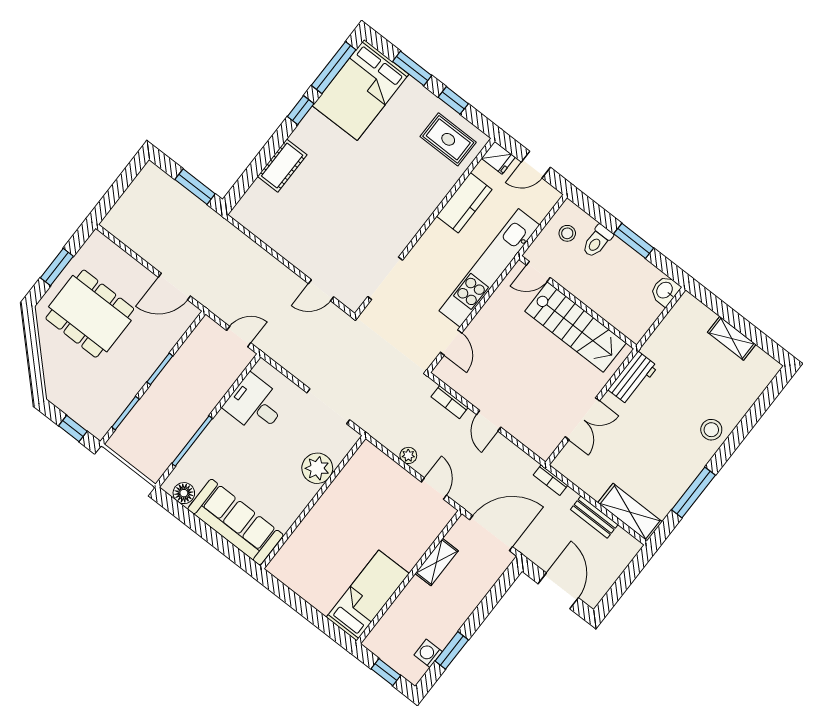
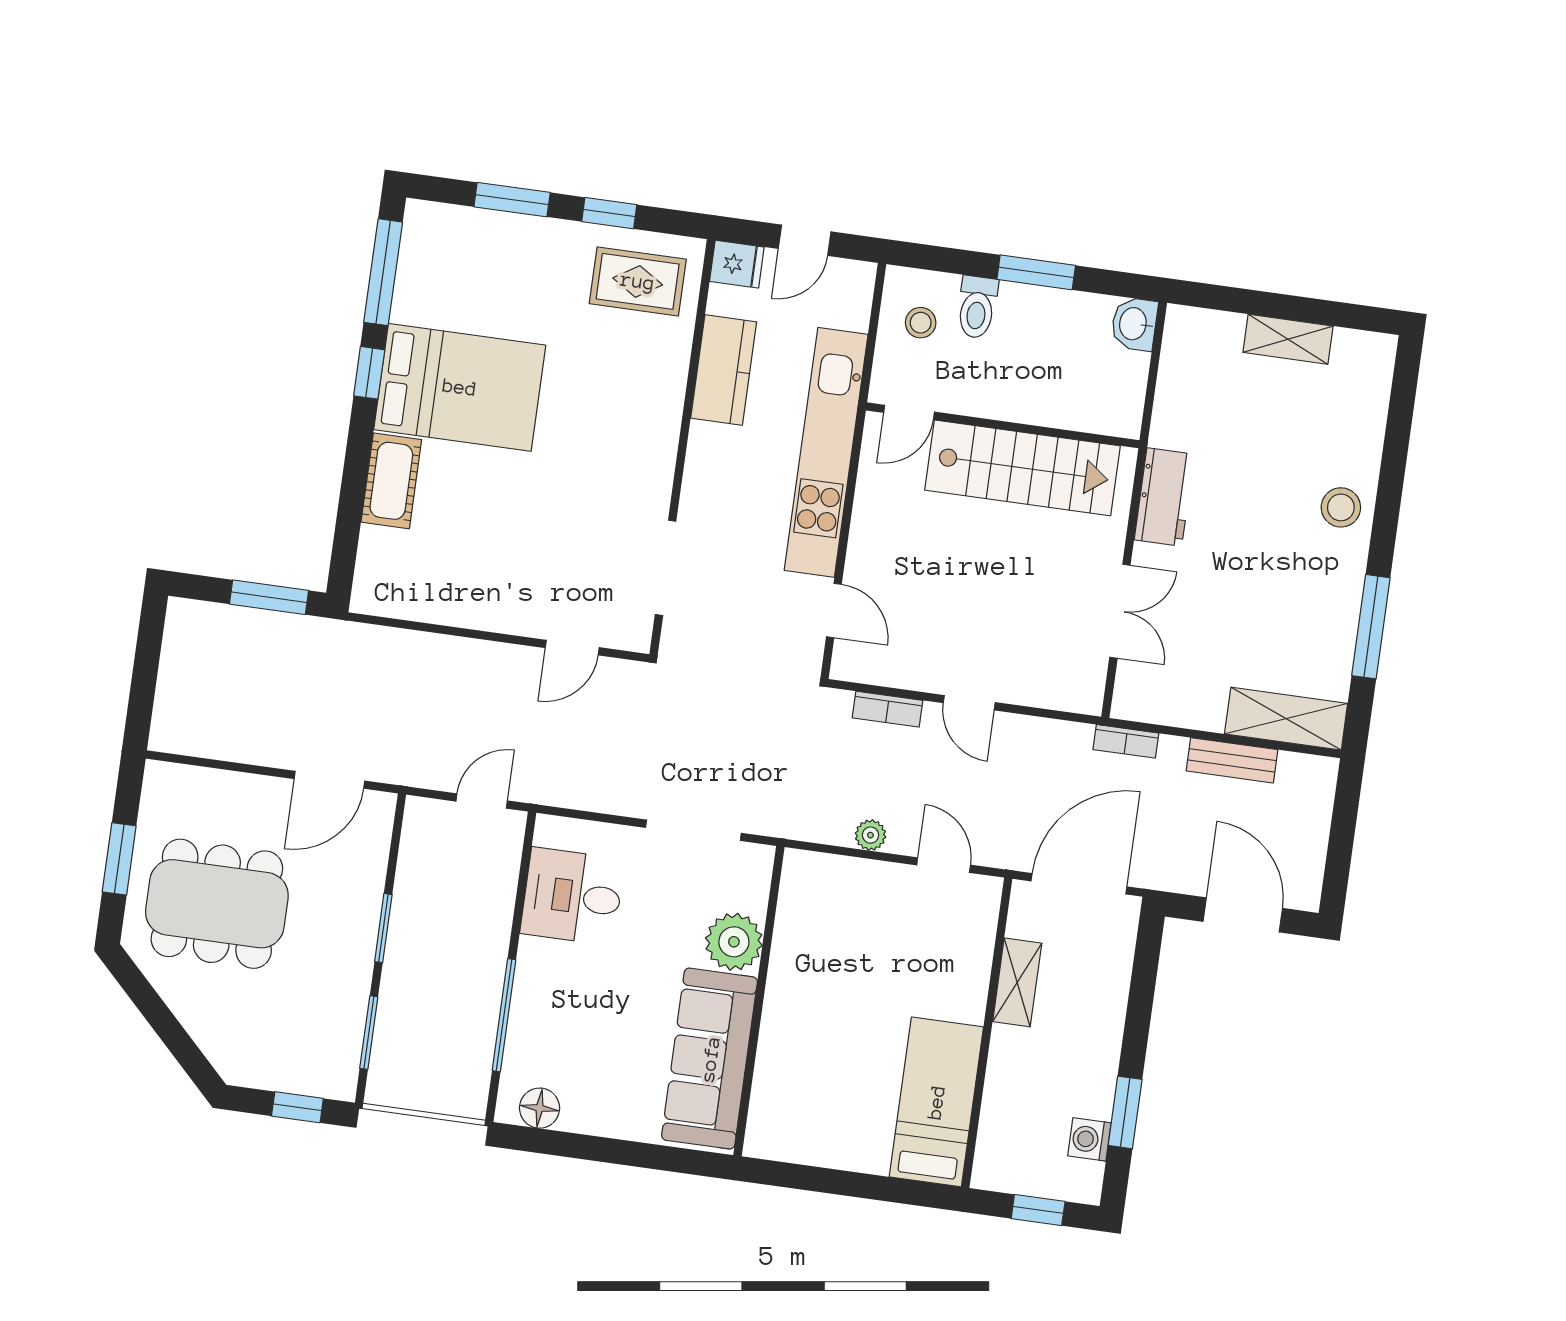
bed: (361, 90) -> (460, 387), moved, turned -90
sofa: (235, 522) -> (710, 1059), moved, turned -90

